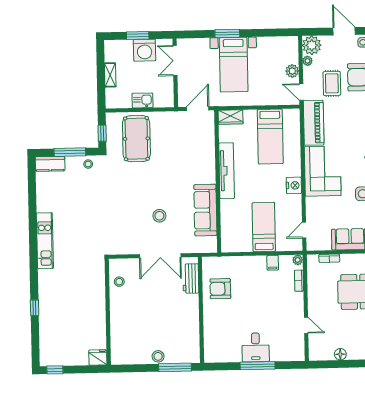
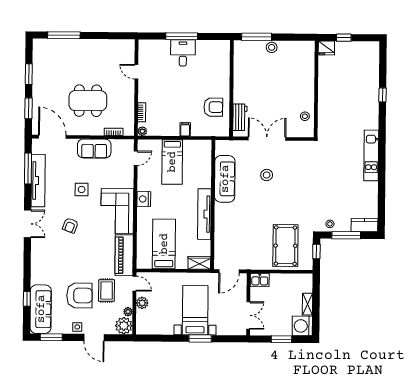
washing machine: (144, 50) -> (302, 326), moved, turned -90
kitchen sink: (142, 100) -> (260, 280), moved
filing cabinet: (273, 263) -> (185, 129), moved
floor lamp: (340, 354) -> (106, 44), removed
window: (55, 370) -> (344, 38), moved

